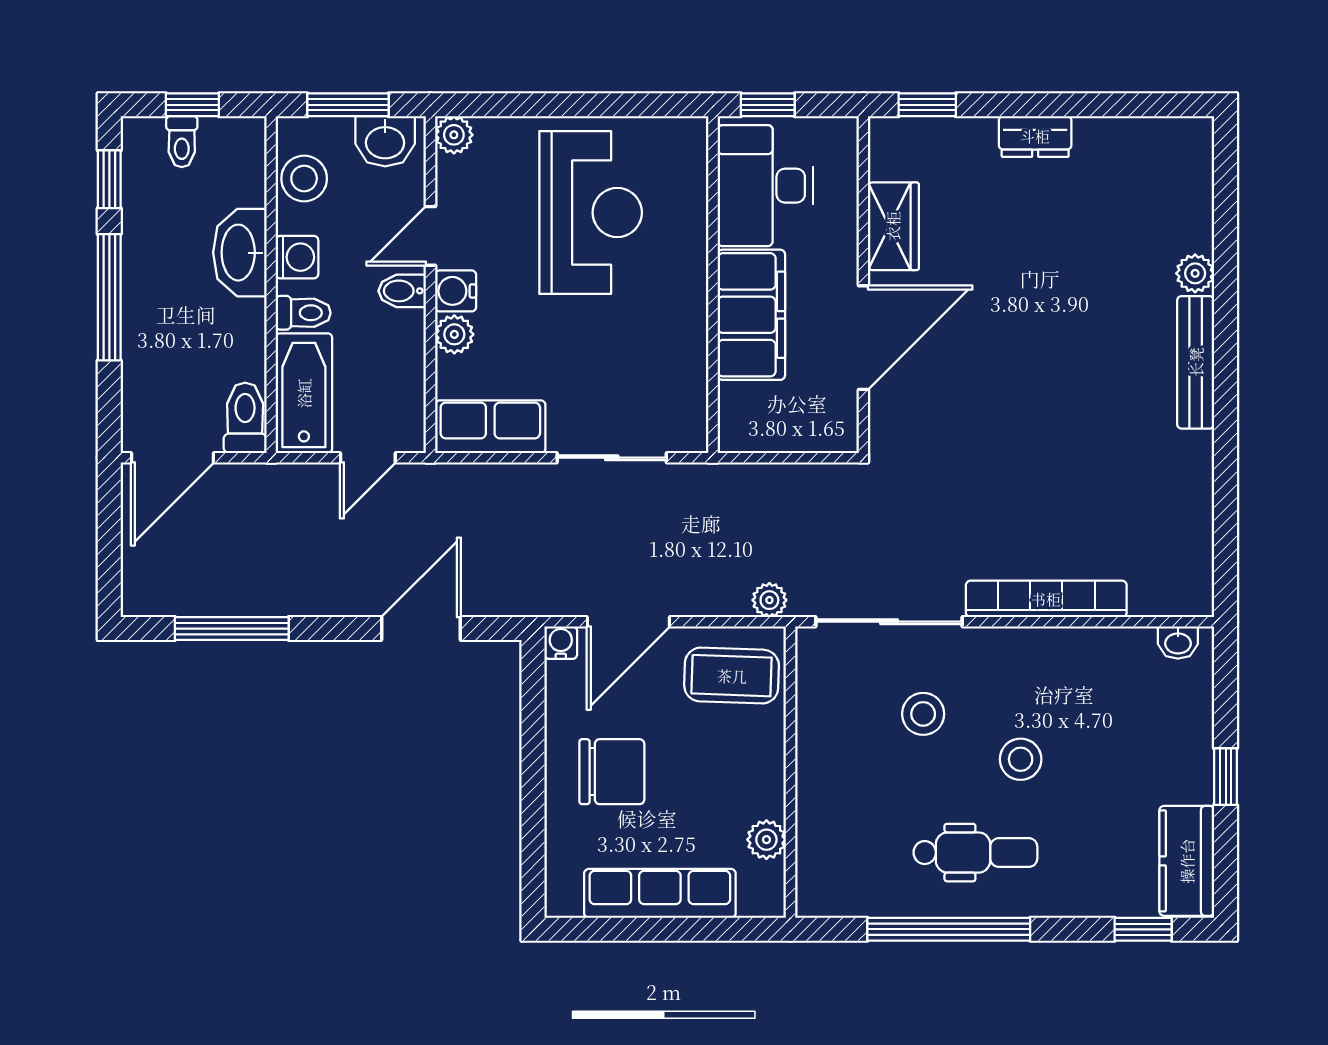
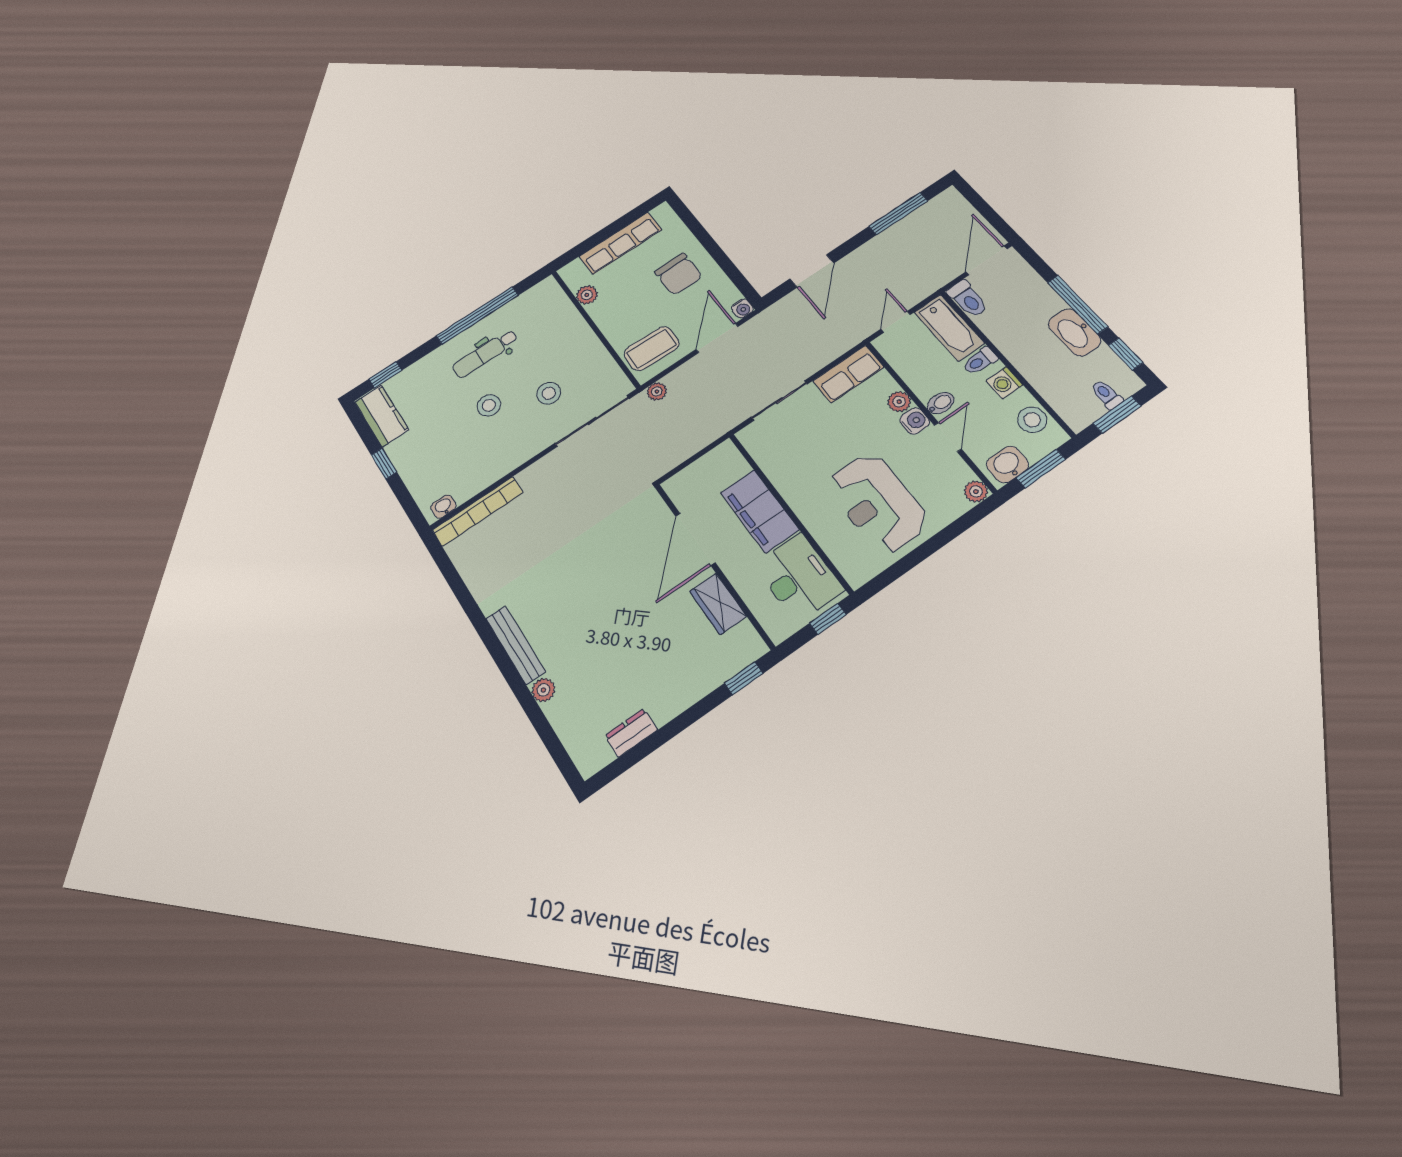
window: (192, 105) -> (1117, 415), width x1.50
dresser: (1035, 136) -> (631, 733), moved
washbasin: (240, 253) -> (1074, 332), moved, turned 180
bookcase: (1046, 599) -> (478, 511), moved
chair: (612, 772) -> (678, 274), turned -90

